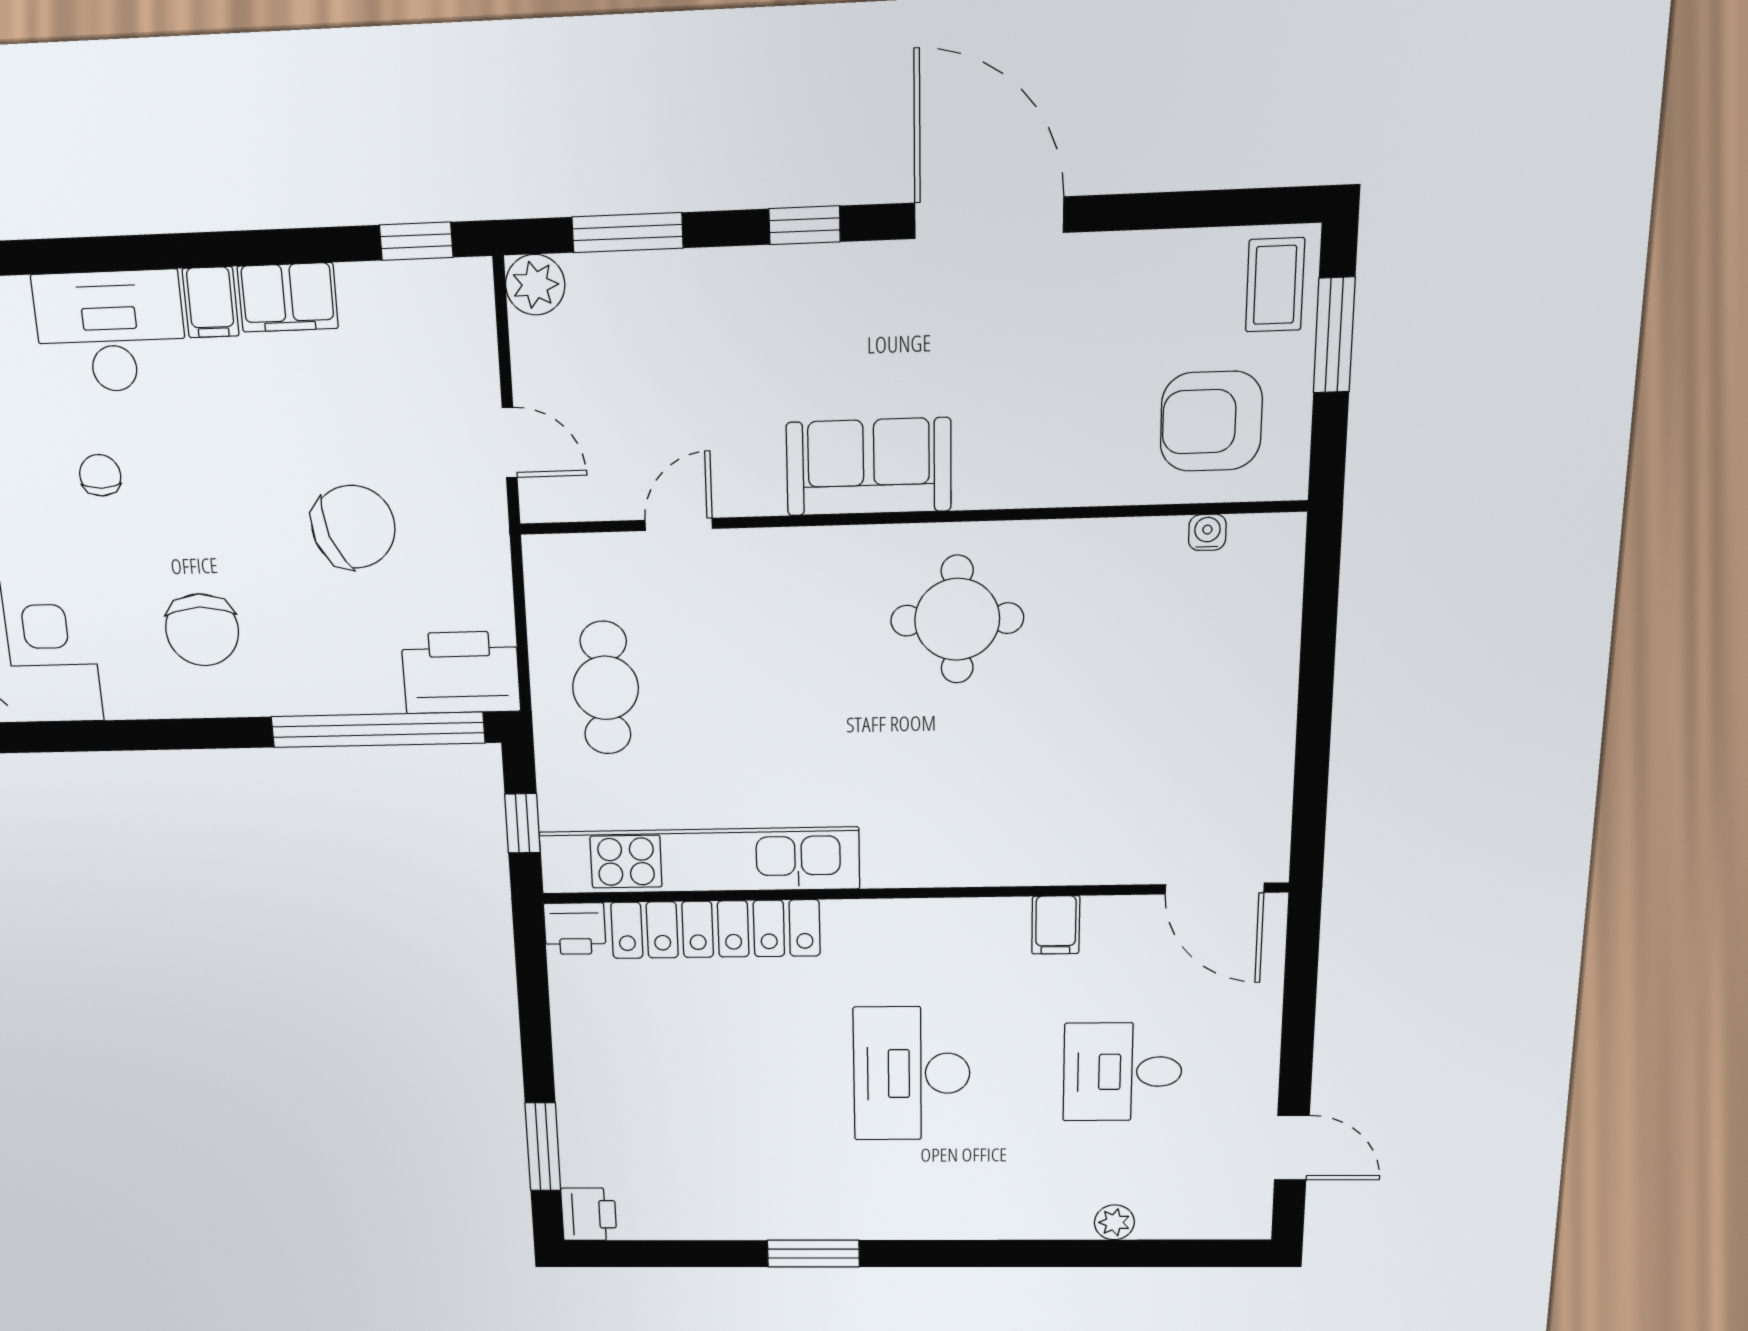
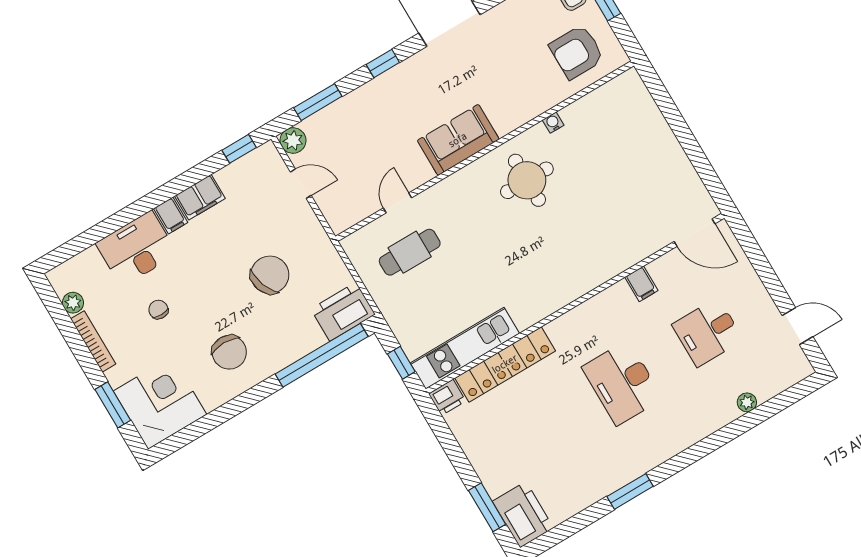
door: (510, 443) -> (301, 184), moved
water cooler: (1207, 532) -> (553, 123), moved
cafe table: (606, 688) -> (410, 252), moved, turned 90
kitchen unit: (699, 860) -> (465, 348), width x0.73
printer: (589, 1214) -> (523, 515), width x1.87, depth x1.48

